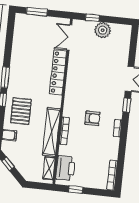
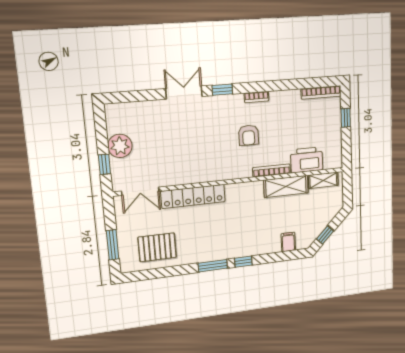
pallet: (21, 111) -> (157, 247), moved
armchair: (92, 118) -> (249, 135), turned 180
shelving: (51, 132) -> (286, 186), width x0.68
printer: (65, 168) -> (307, 160), moved
window: (76, 190) -> (346, 118), moved

